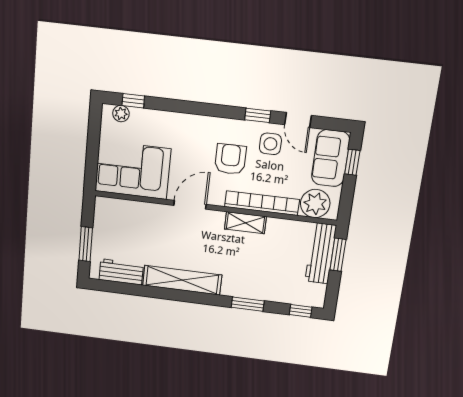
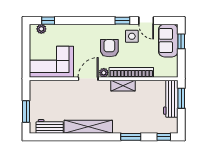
plant: (315, 204) -> (104, 73), moved, width x0.53, depth x0.53

